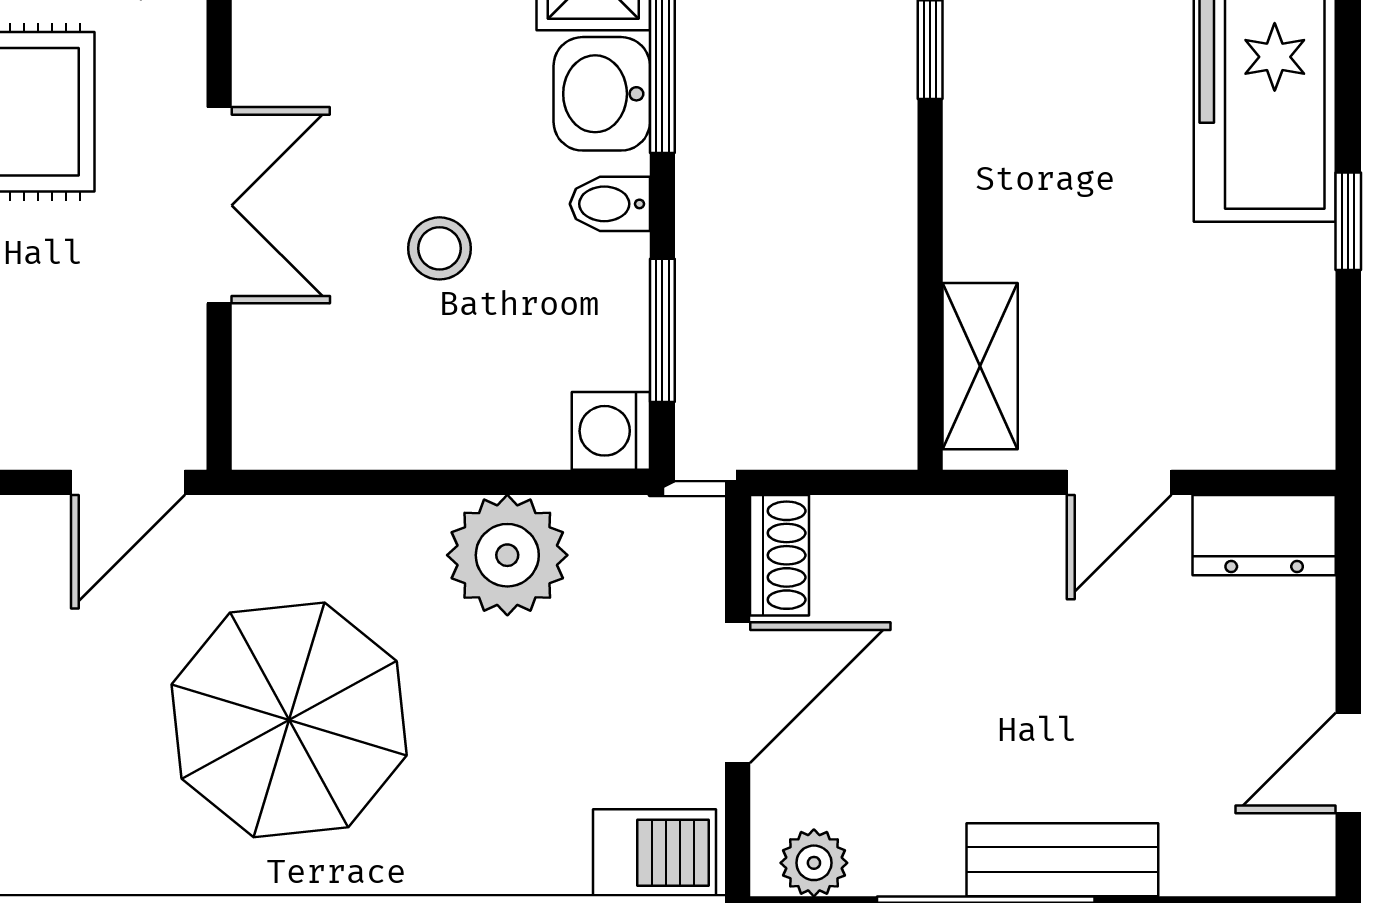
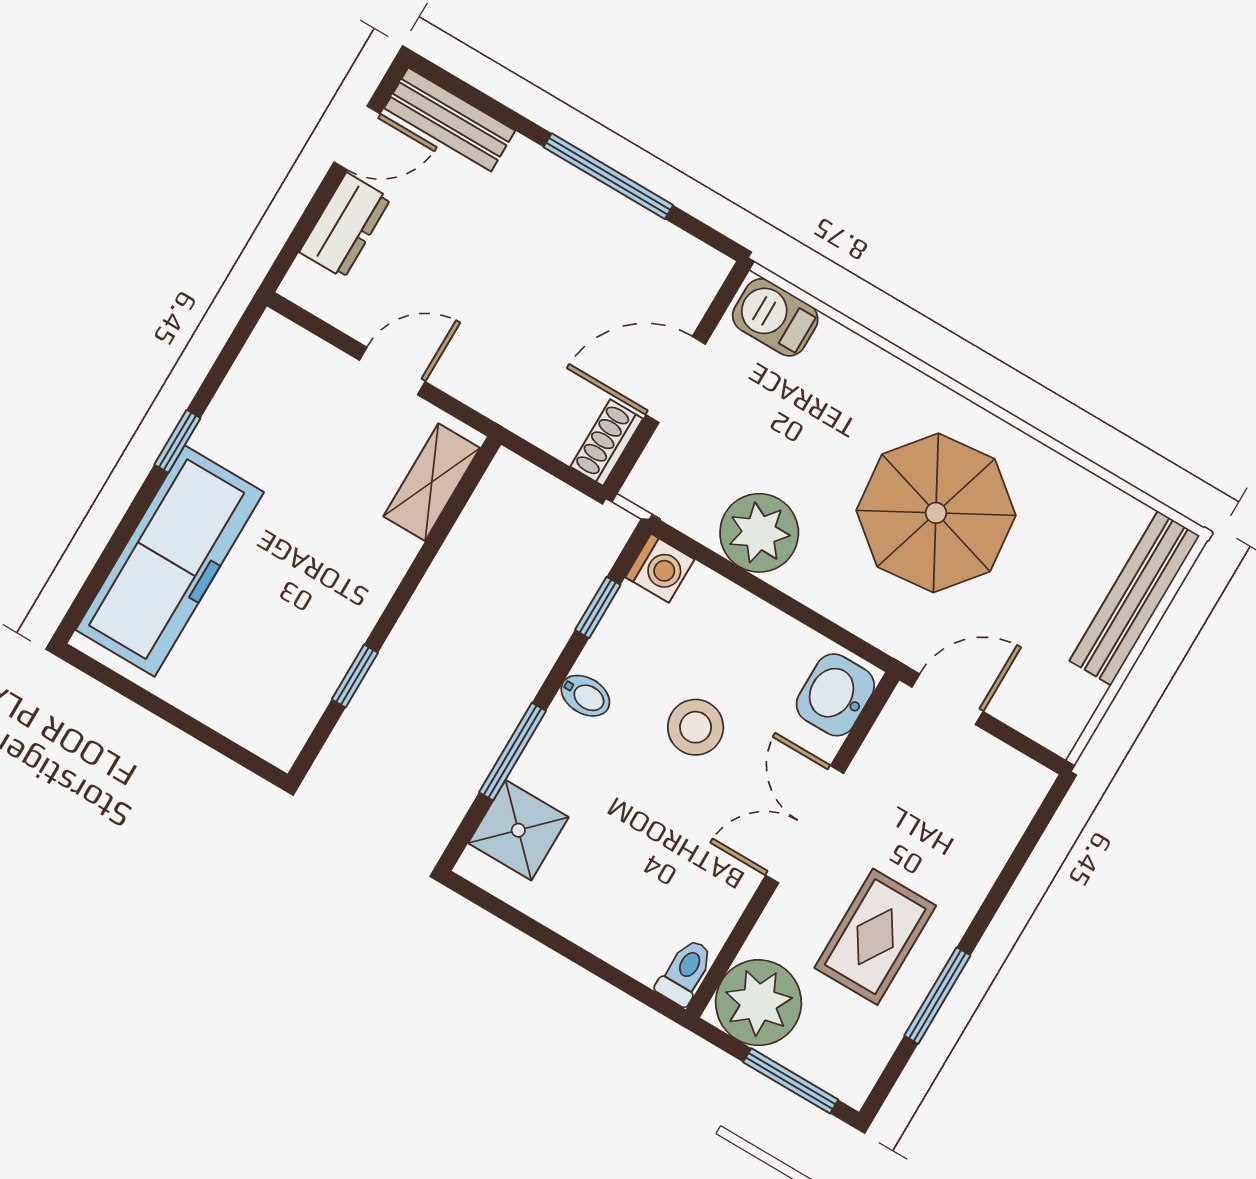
washbasin: (602, 94) -> (835, 695), moved, turned 180
stool: (439, 248) -> (696, 727), width x1.37, depth x1.37
window: (662, 330) -> (598, 607), width x0.67
dresser: (1264, 535) -> (345, 225), moved, turned 90
bench: (1062, 860) -> (450, 119), moved
plant: (814, 863) -> (689, 259), removed

